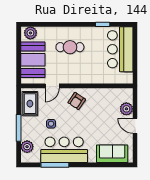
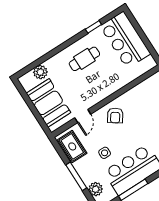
plant: (30, 33) -> (40, 72), moved
cafe table: (70, 47) -> (84, 59), moved

